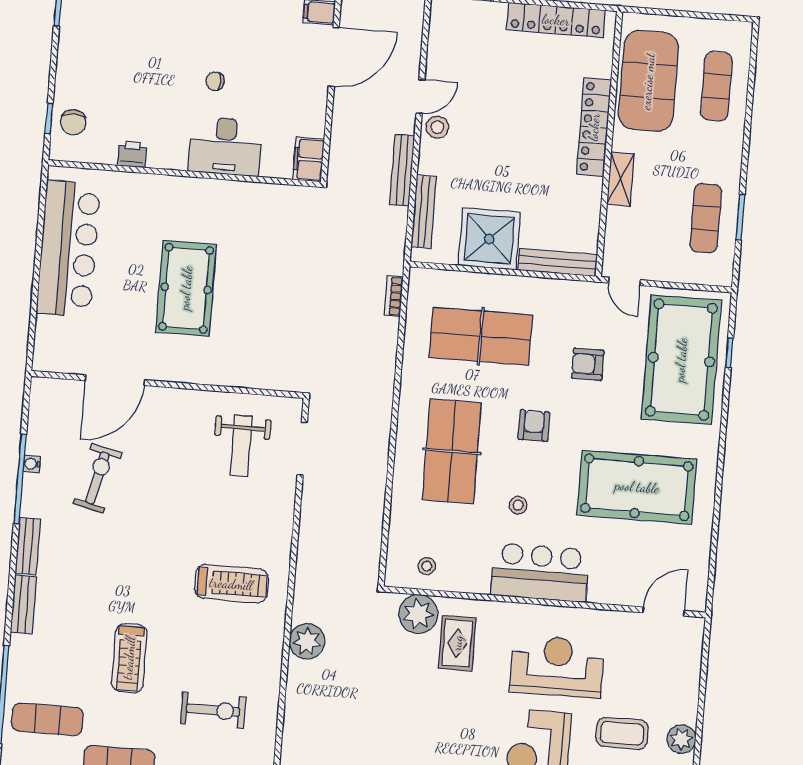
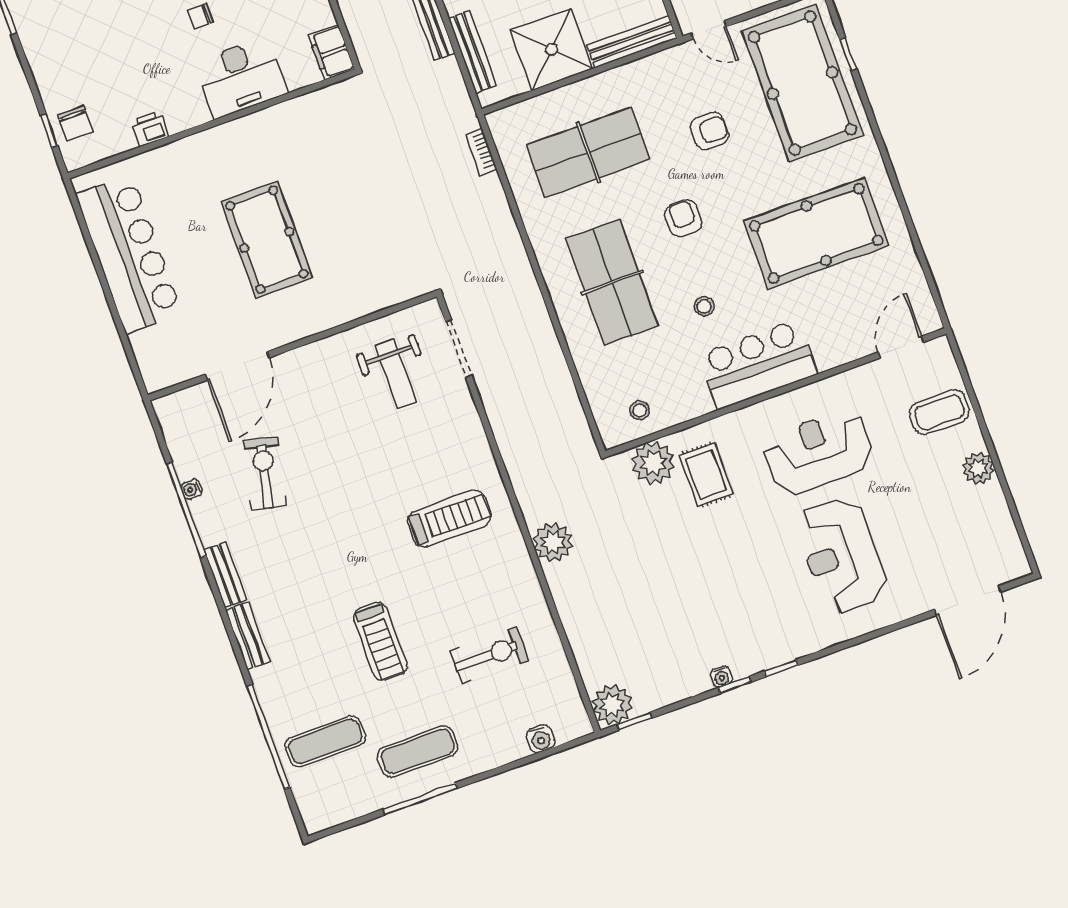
armchair: (588, 364) -> (710, 131), turned 180
coffee table: (622, 733) -> (940, 412), moved

